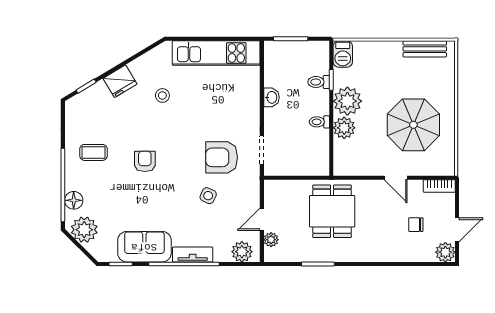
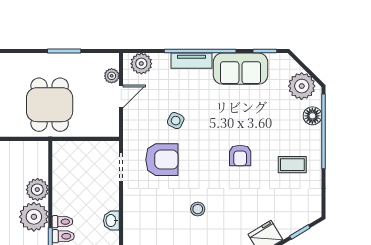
stool: (162, 95) -> (198, 209), moved
toilet: (319, 122) -> (62, 222), moved

